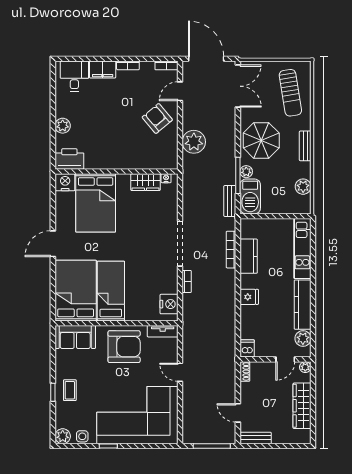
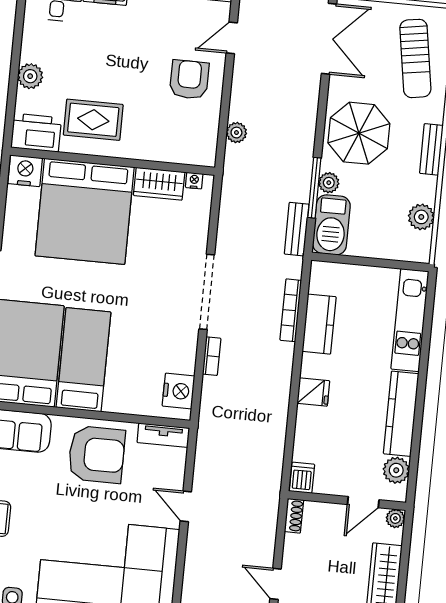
armchair: (157, 118) -> (189, 80), turned 40
plant: (194, 142) -> (236, 133), width x0.53, depth x0.53
rug: (103, 148) -> (93, 120), added
bed: (96, 203) -> (85, 211), width x1.36

